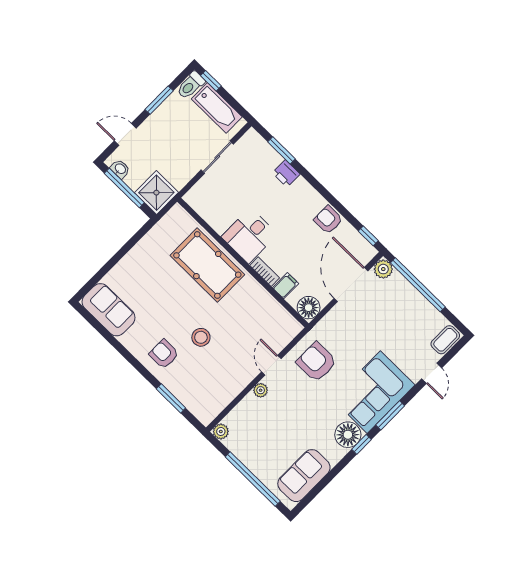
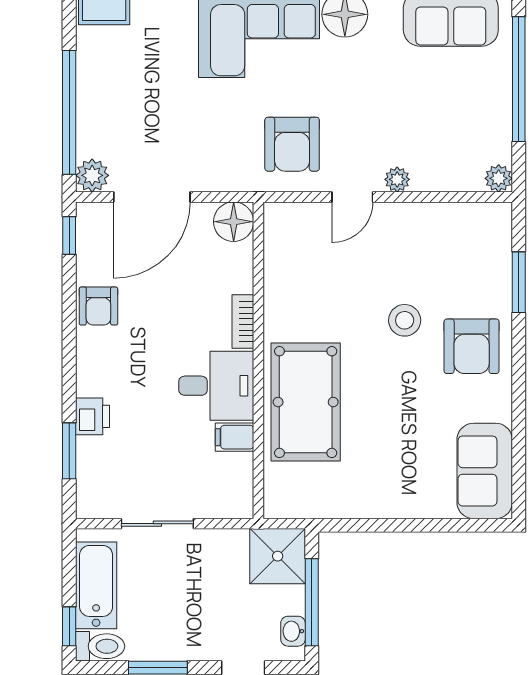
filing cabinet: (286, 286) -> (234, 437), moved
armchair: (164, 354) -> (472, 346), width x1.38, depth x1.38

